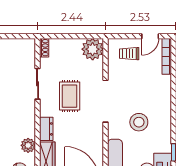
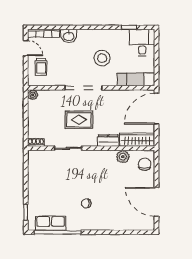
plant: (93, 49) -> (33, 95), width x0.53, depth x0.53
washbasin: (164, 85) -> (69, 36), added

